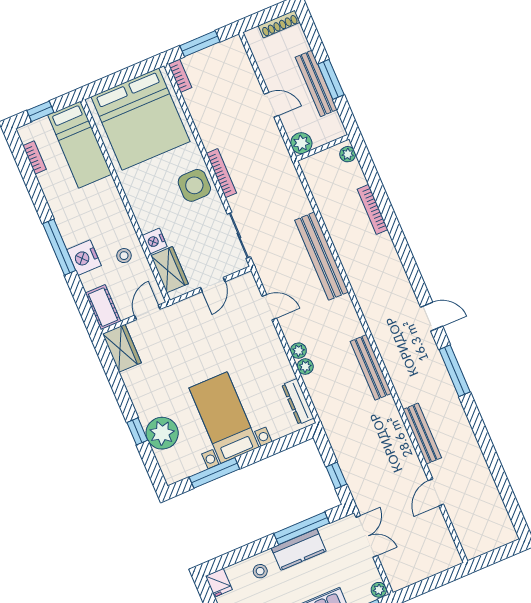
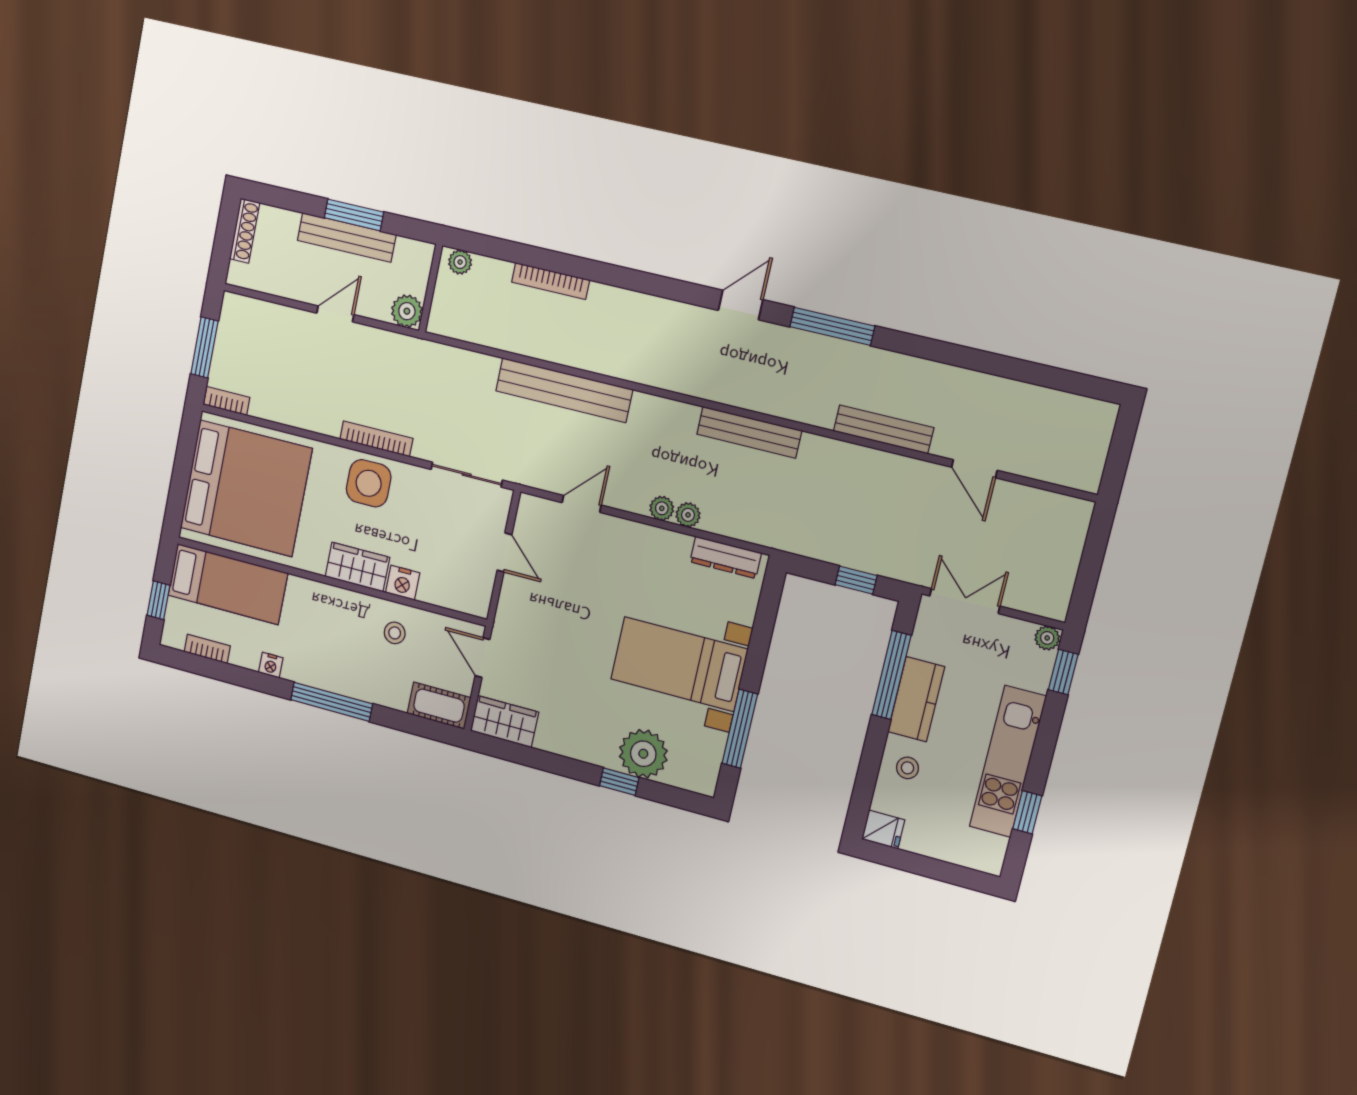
nightstand: (84, 258) -> (271, 665), moved, width x0.53, depth x0.56
wardrobe: (169, 270) -> (357, 567), moved

